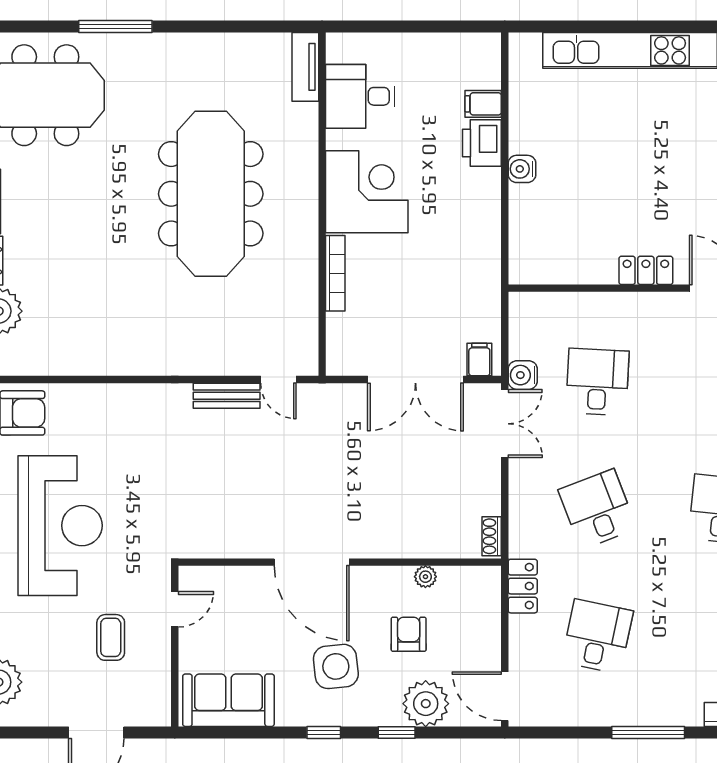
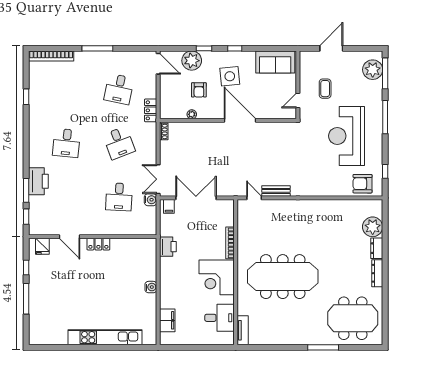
filing cabinet: (483, 104) -> (167, 320), width x2.00
printer: (482, 143) -> (168, 247), moved
meeting table: (211, 194) -> (283, 277), turned 90

